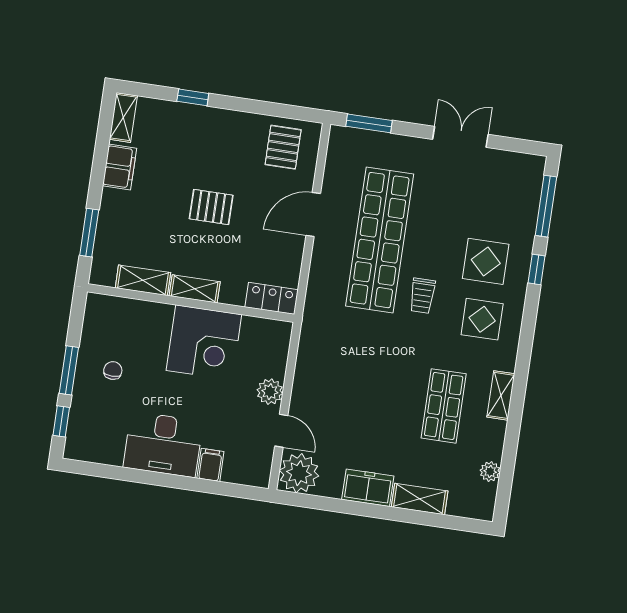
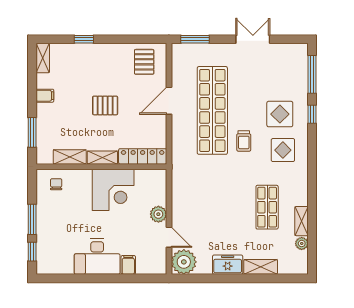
filing cabinet: (120, 167) -> (45, 96), width x0.50
locker: (272, 298) -> (143, 156), width x1.53
chair: (113, 370) -> (56, 184), moved
shelving: (501, 395) -> (301, 221), moved

